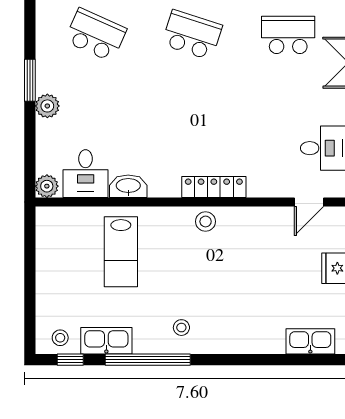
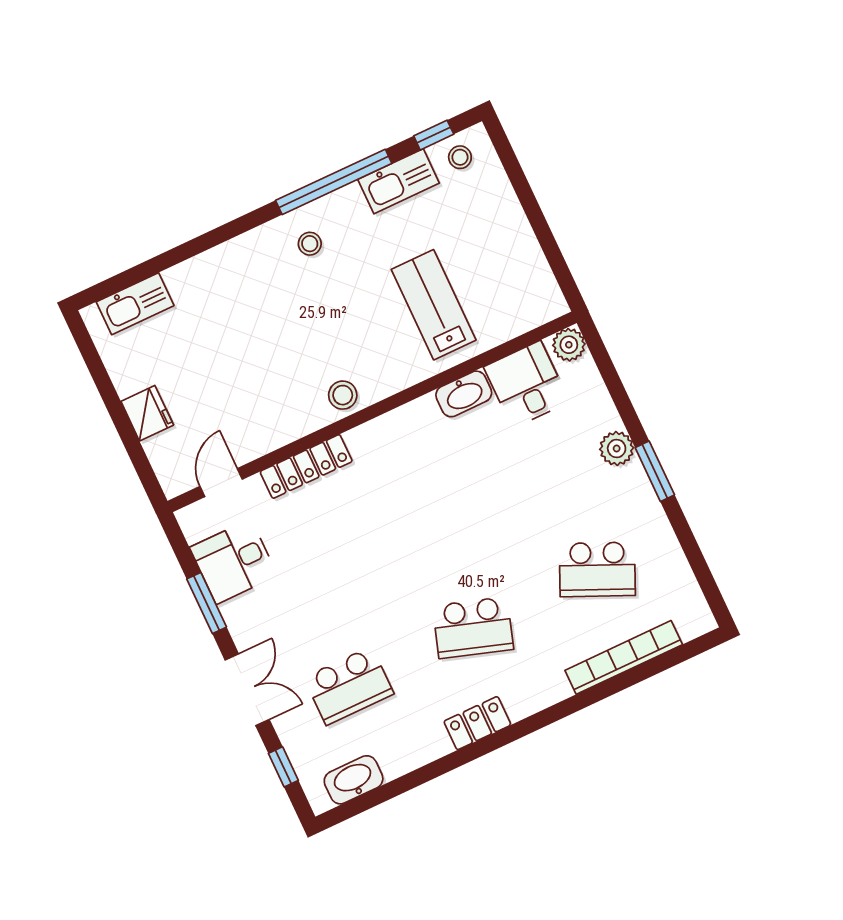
locker: (214, 187) -> (306, 466), moved

